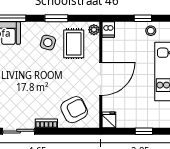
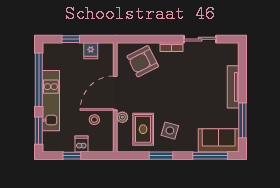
plant: (94, 30) -> (122, 117), moved
dishwasher: (108, 30) -> (81, 144), moved
stool: (151, 31) -> (94, 120), moved
fridge: (109, 120) -> (91, 51), moved

